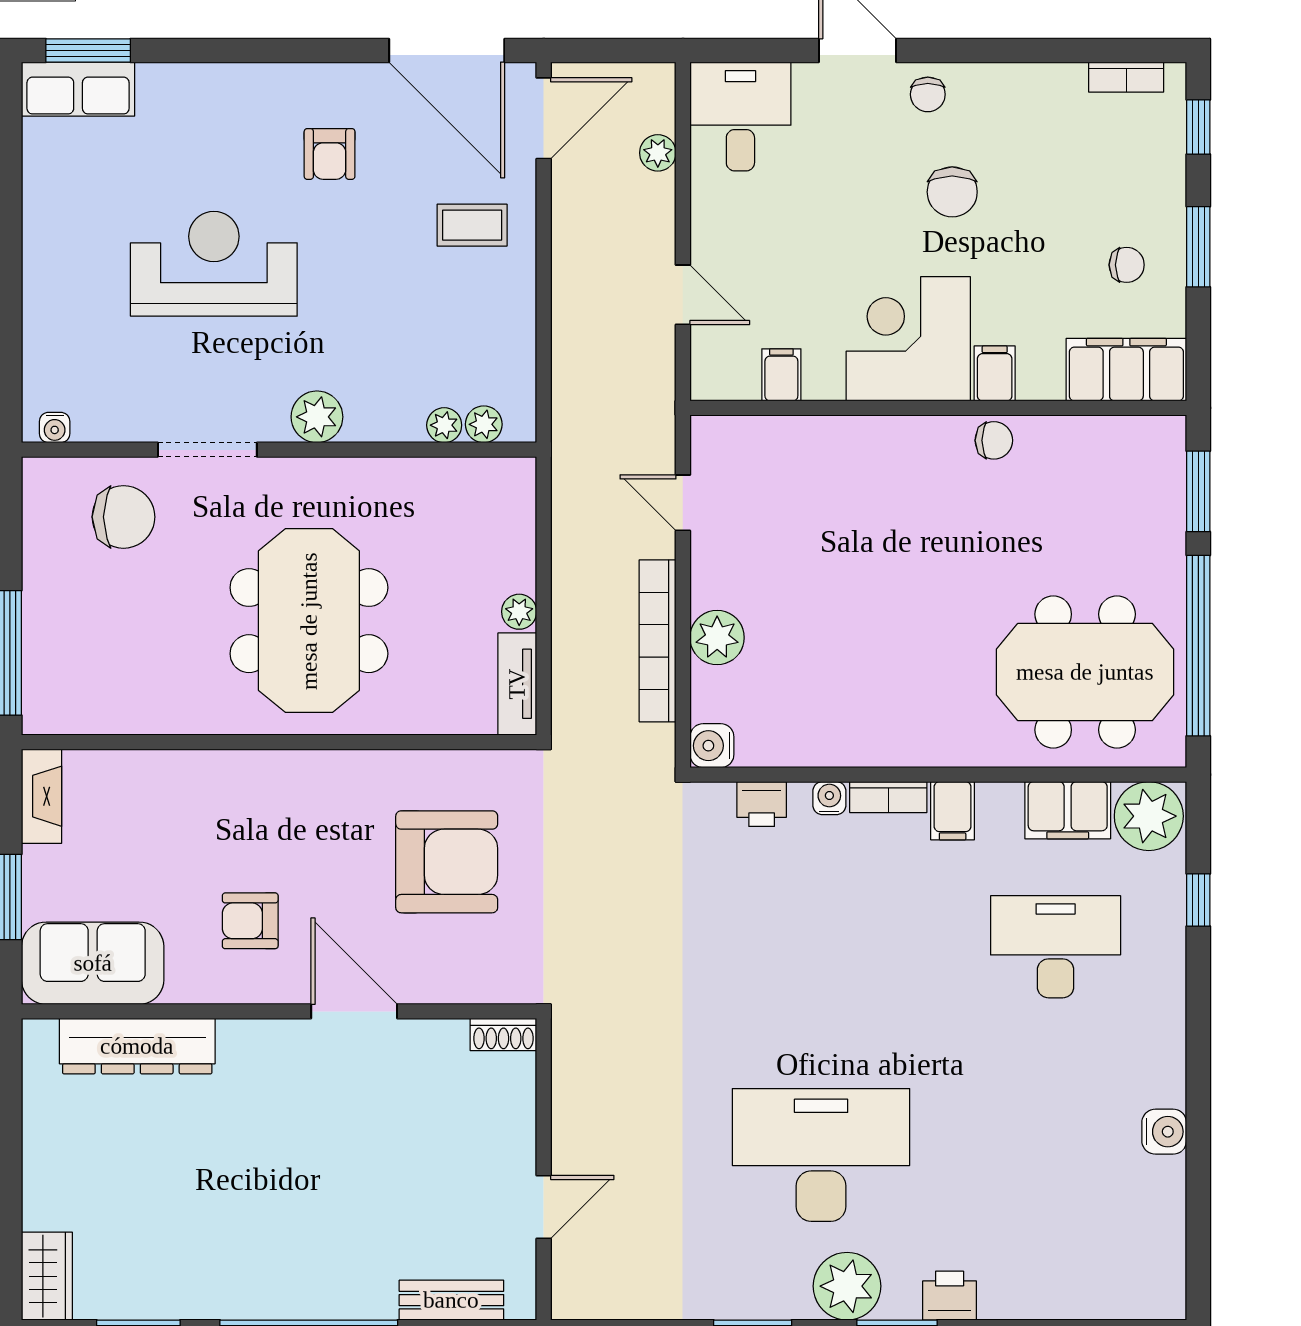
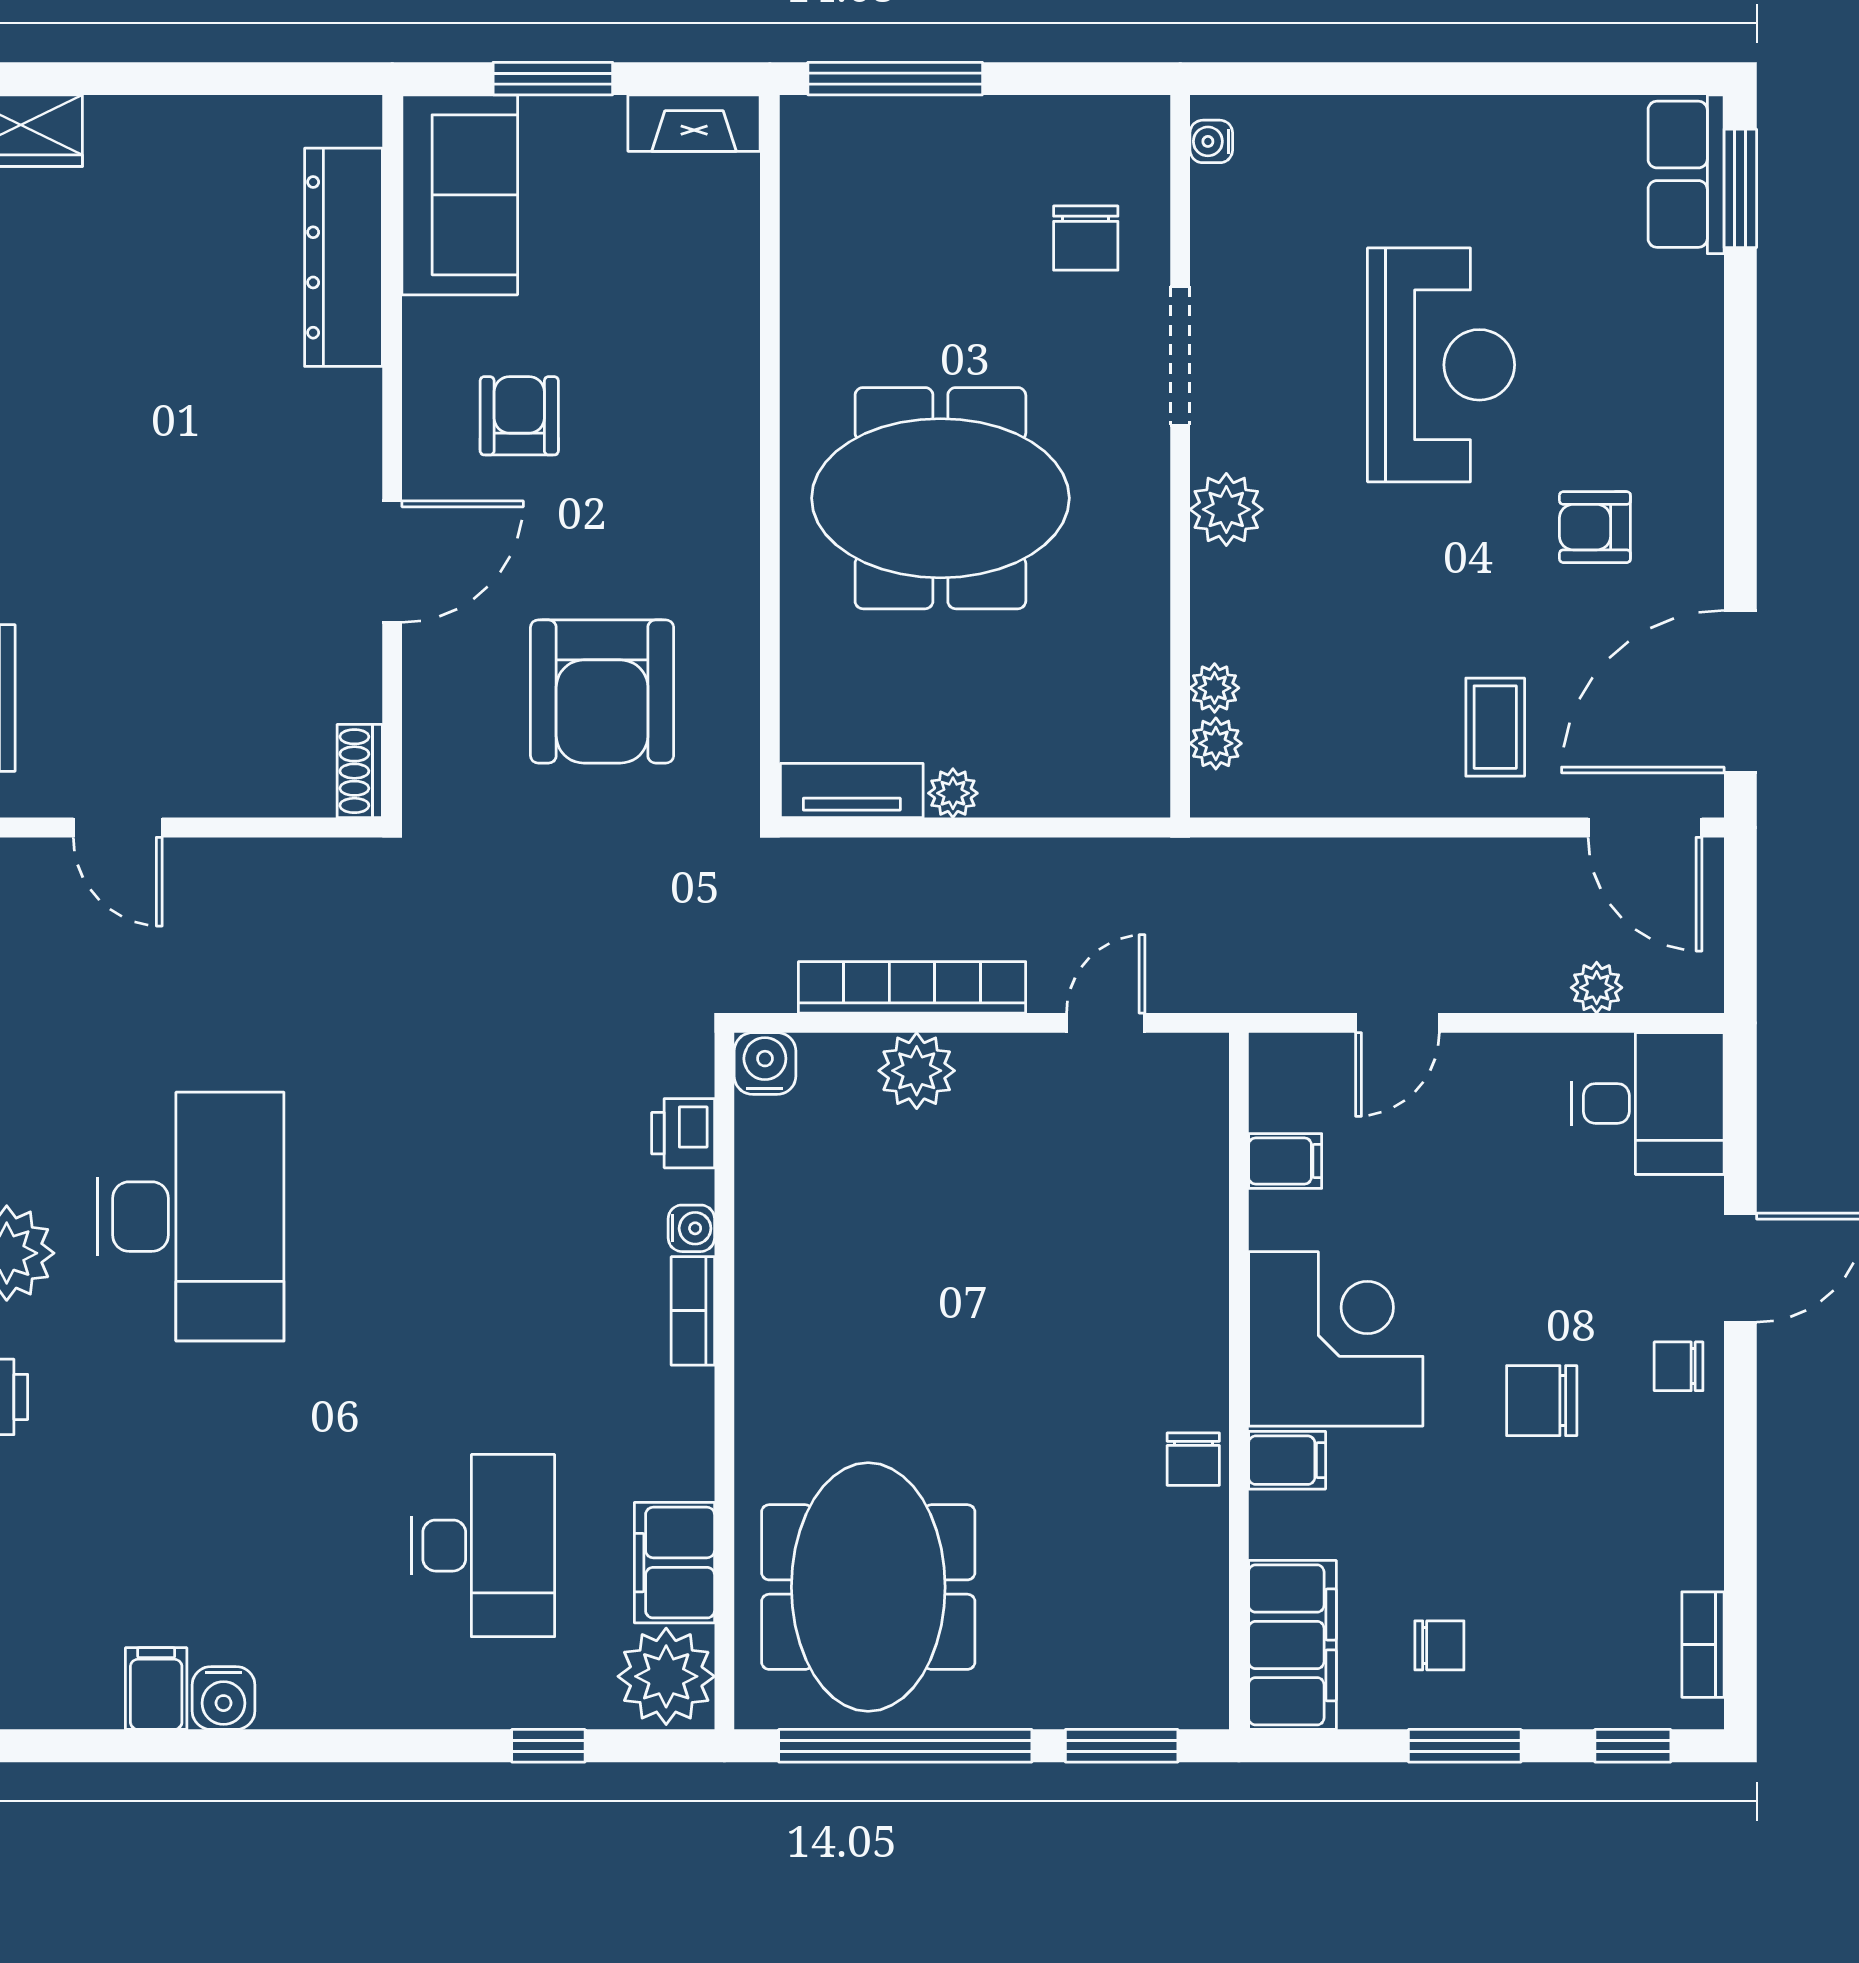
chair: (1127, 265) -> (1439, 1645), turned -90
chair: (123, 517) -> (1086, 238), width x0.73, depth x0.73
filing cabinet: (953, 811) -> (156, 1689), moved, turned 90

